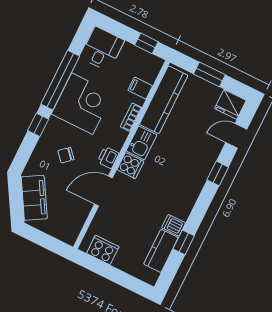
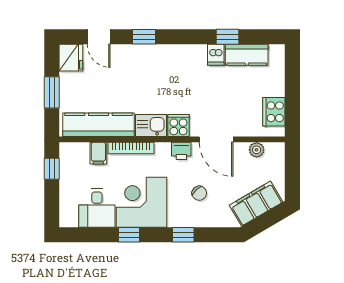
desk: (102, 49) -> (97, 208), moved, turned -90
window: (60, 80) -> (129, 235), width x0.32
bookcase: (131, 117) -> (131, 148), width x1.56
plant: (78, 220) -> (257, 150), added

